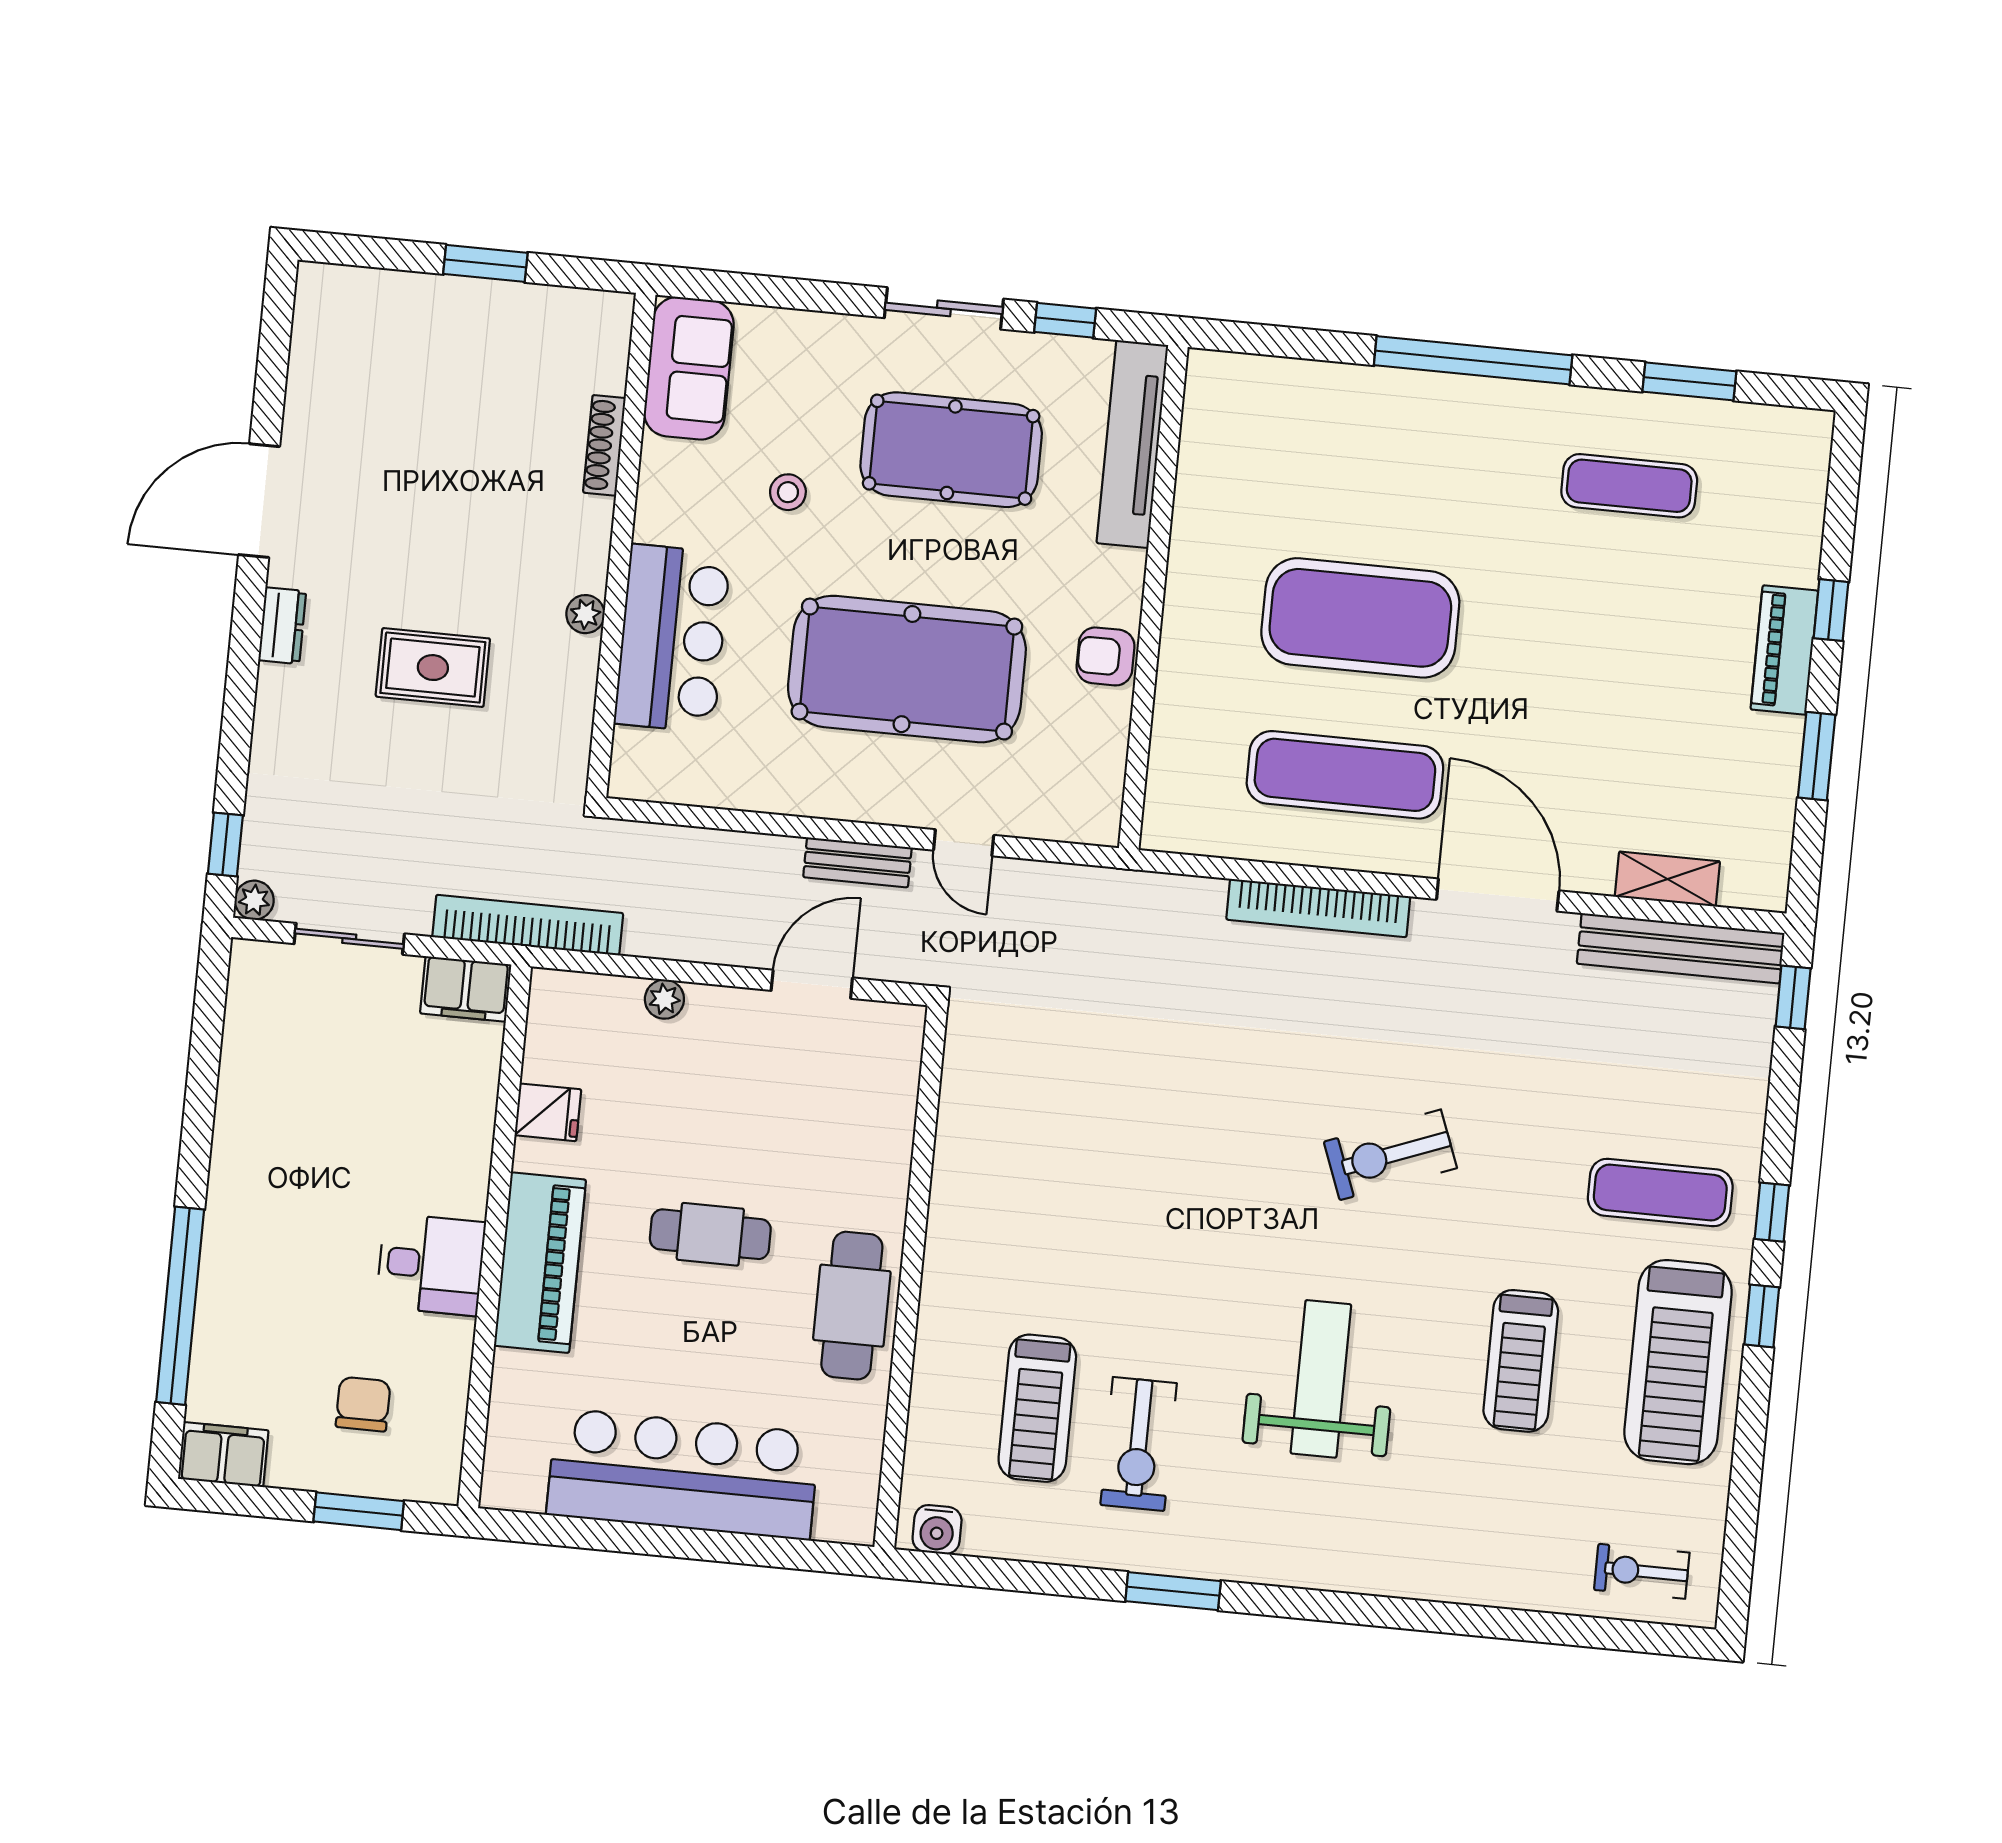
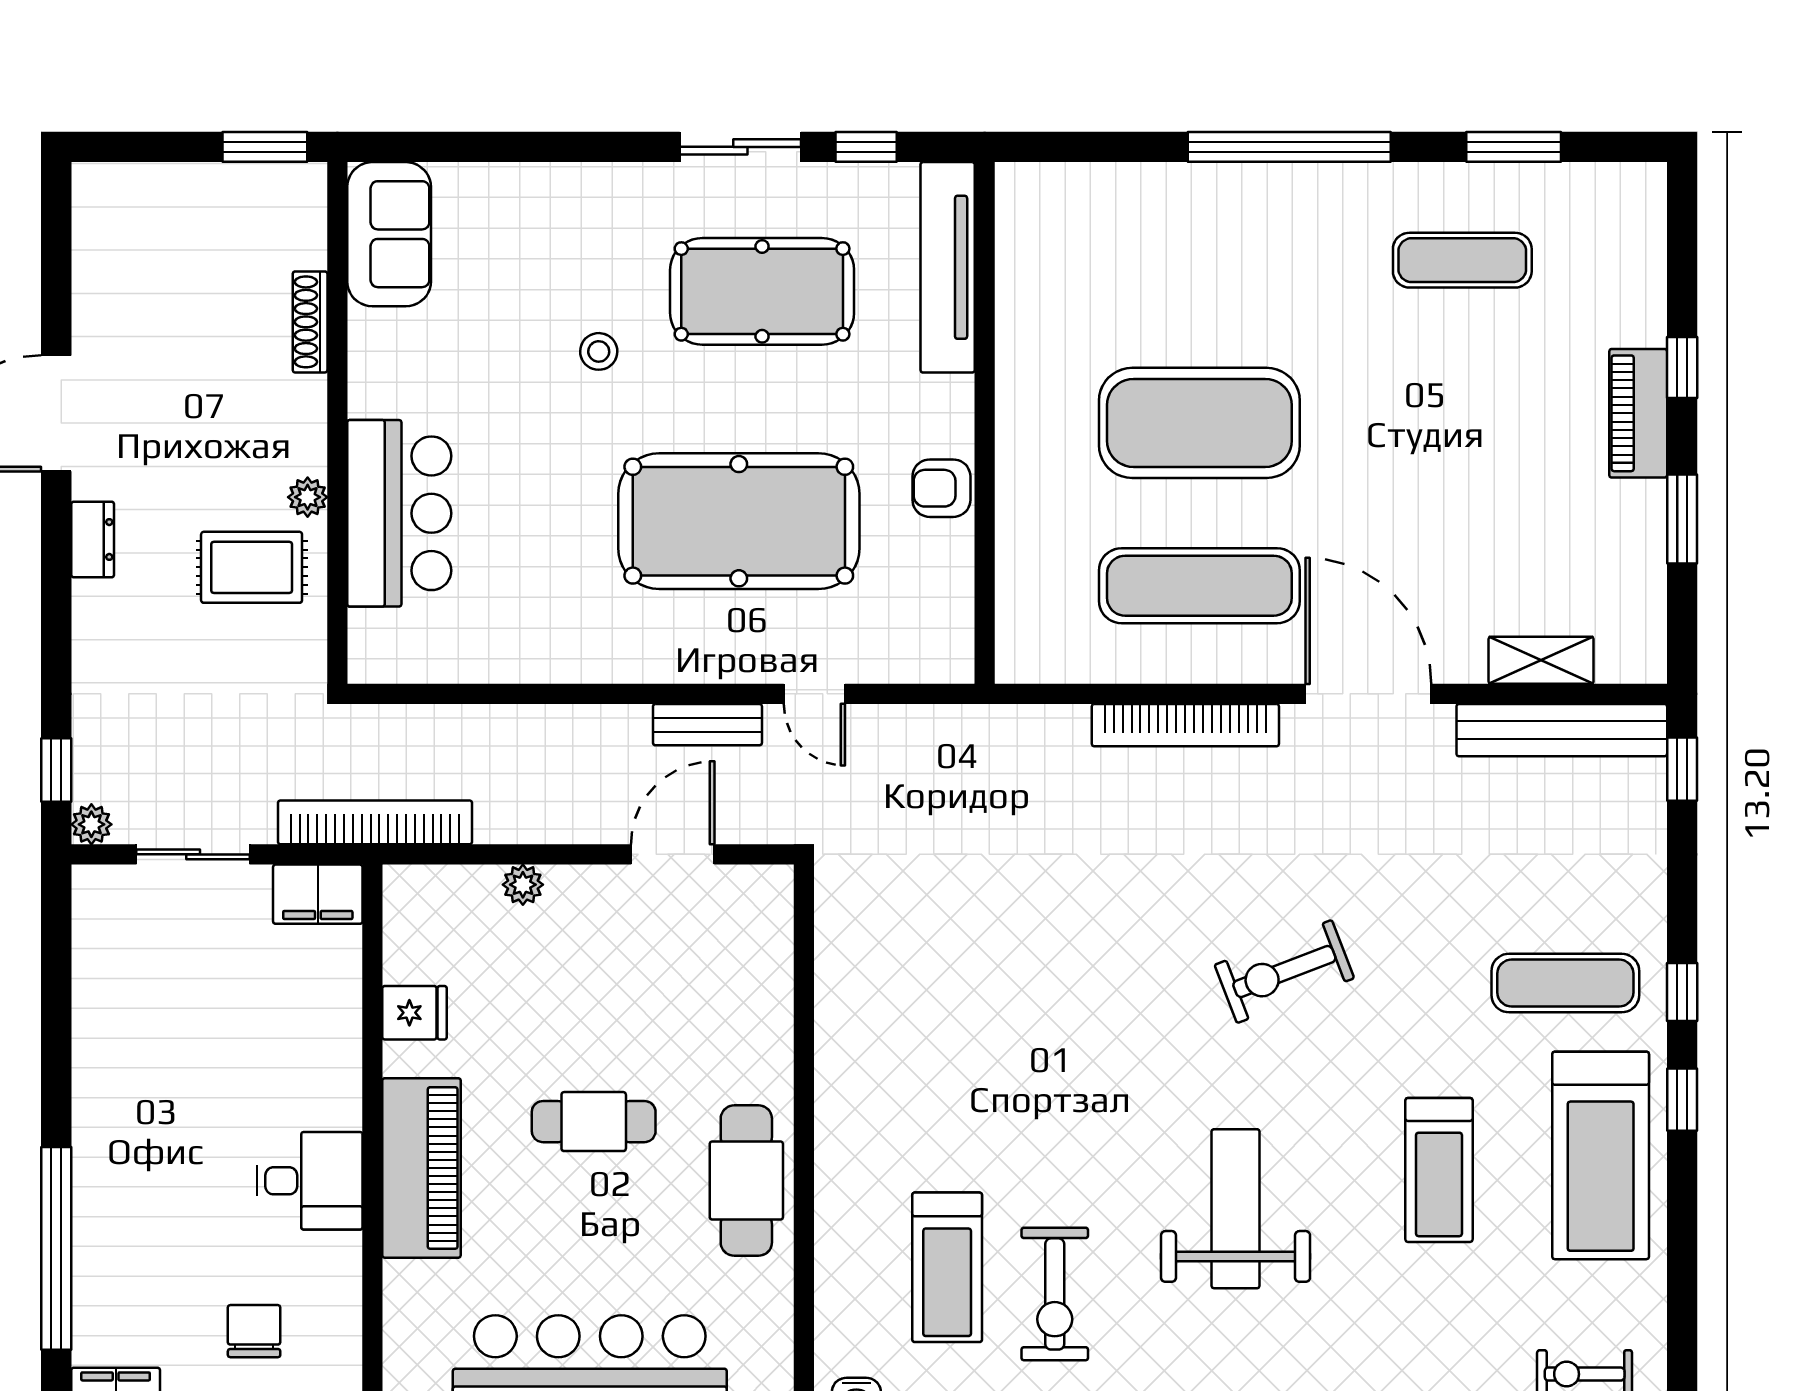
sofa: (689, 368) -> (389, 234), moved
shoe rack: (604, 445) -> (310, 322), moved
wall: (621, 545) -> (337, 423), moved
plant: (585, 614) -> (308, 497), moved
bar counter: (672, 638) -> (399, 513), moved

